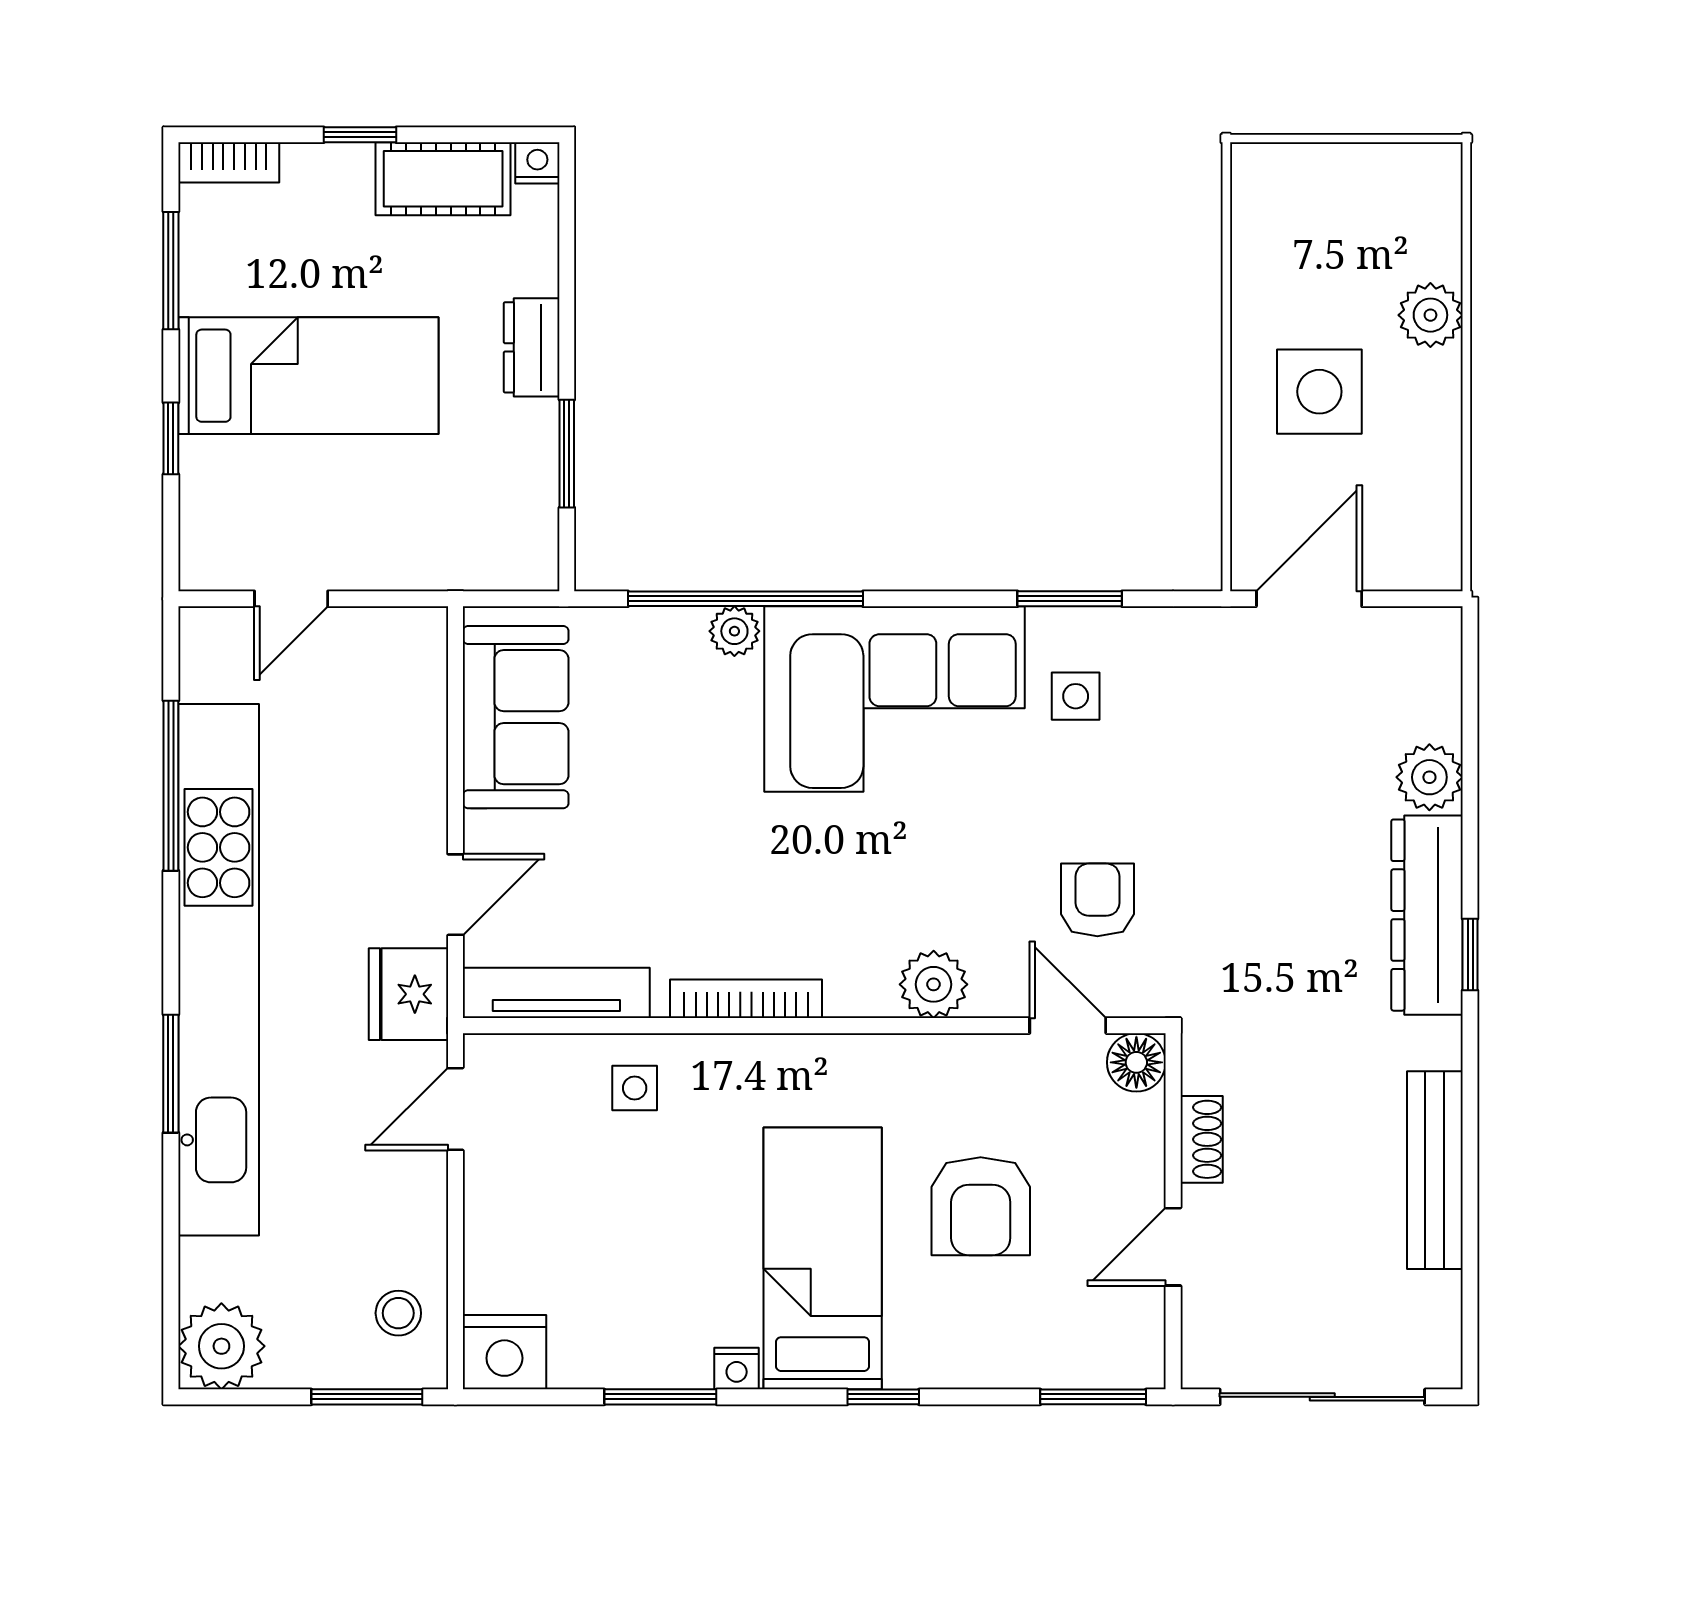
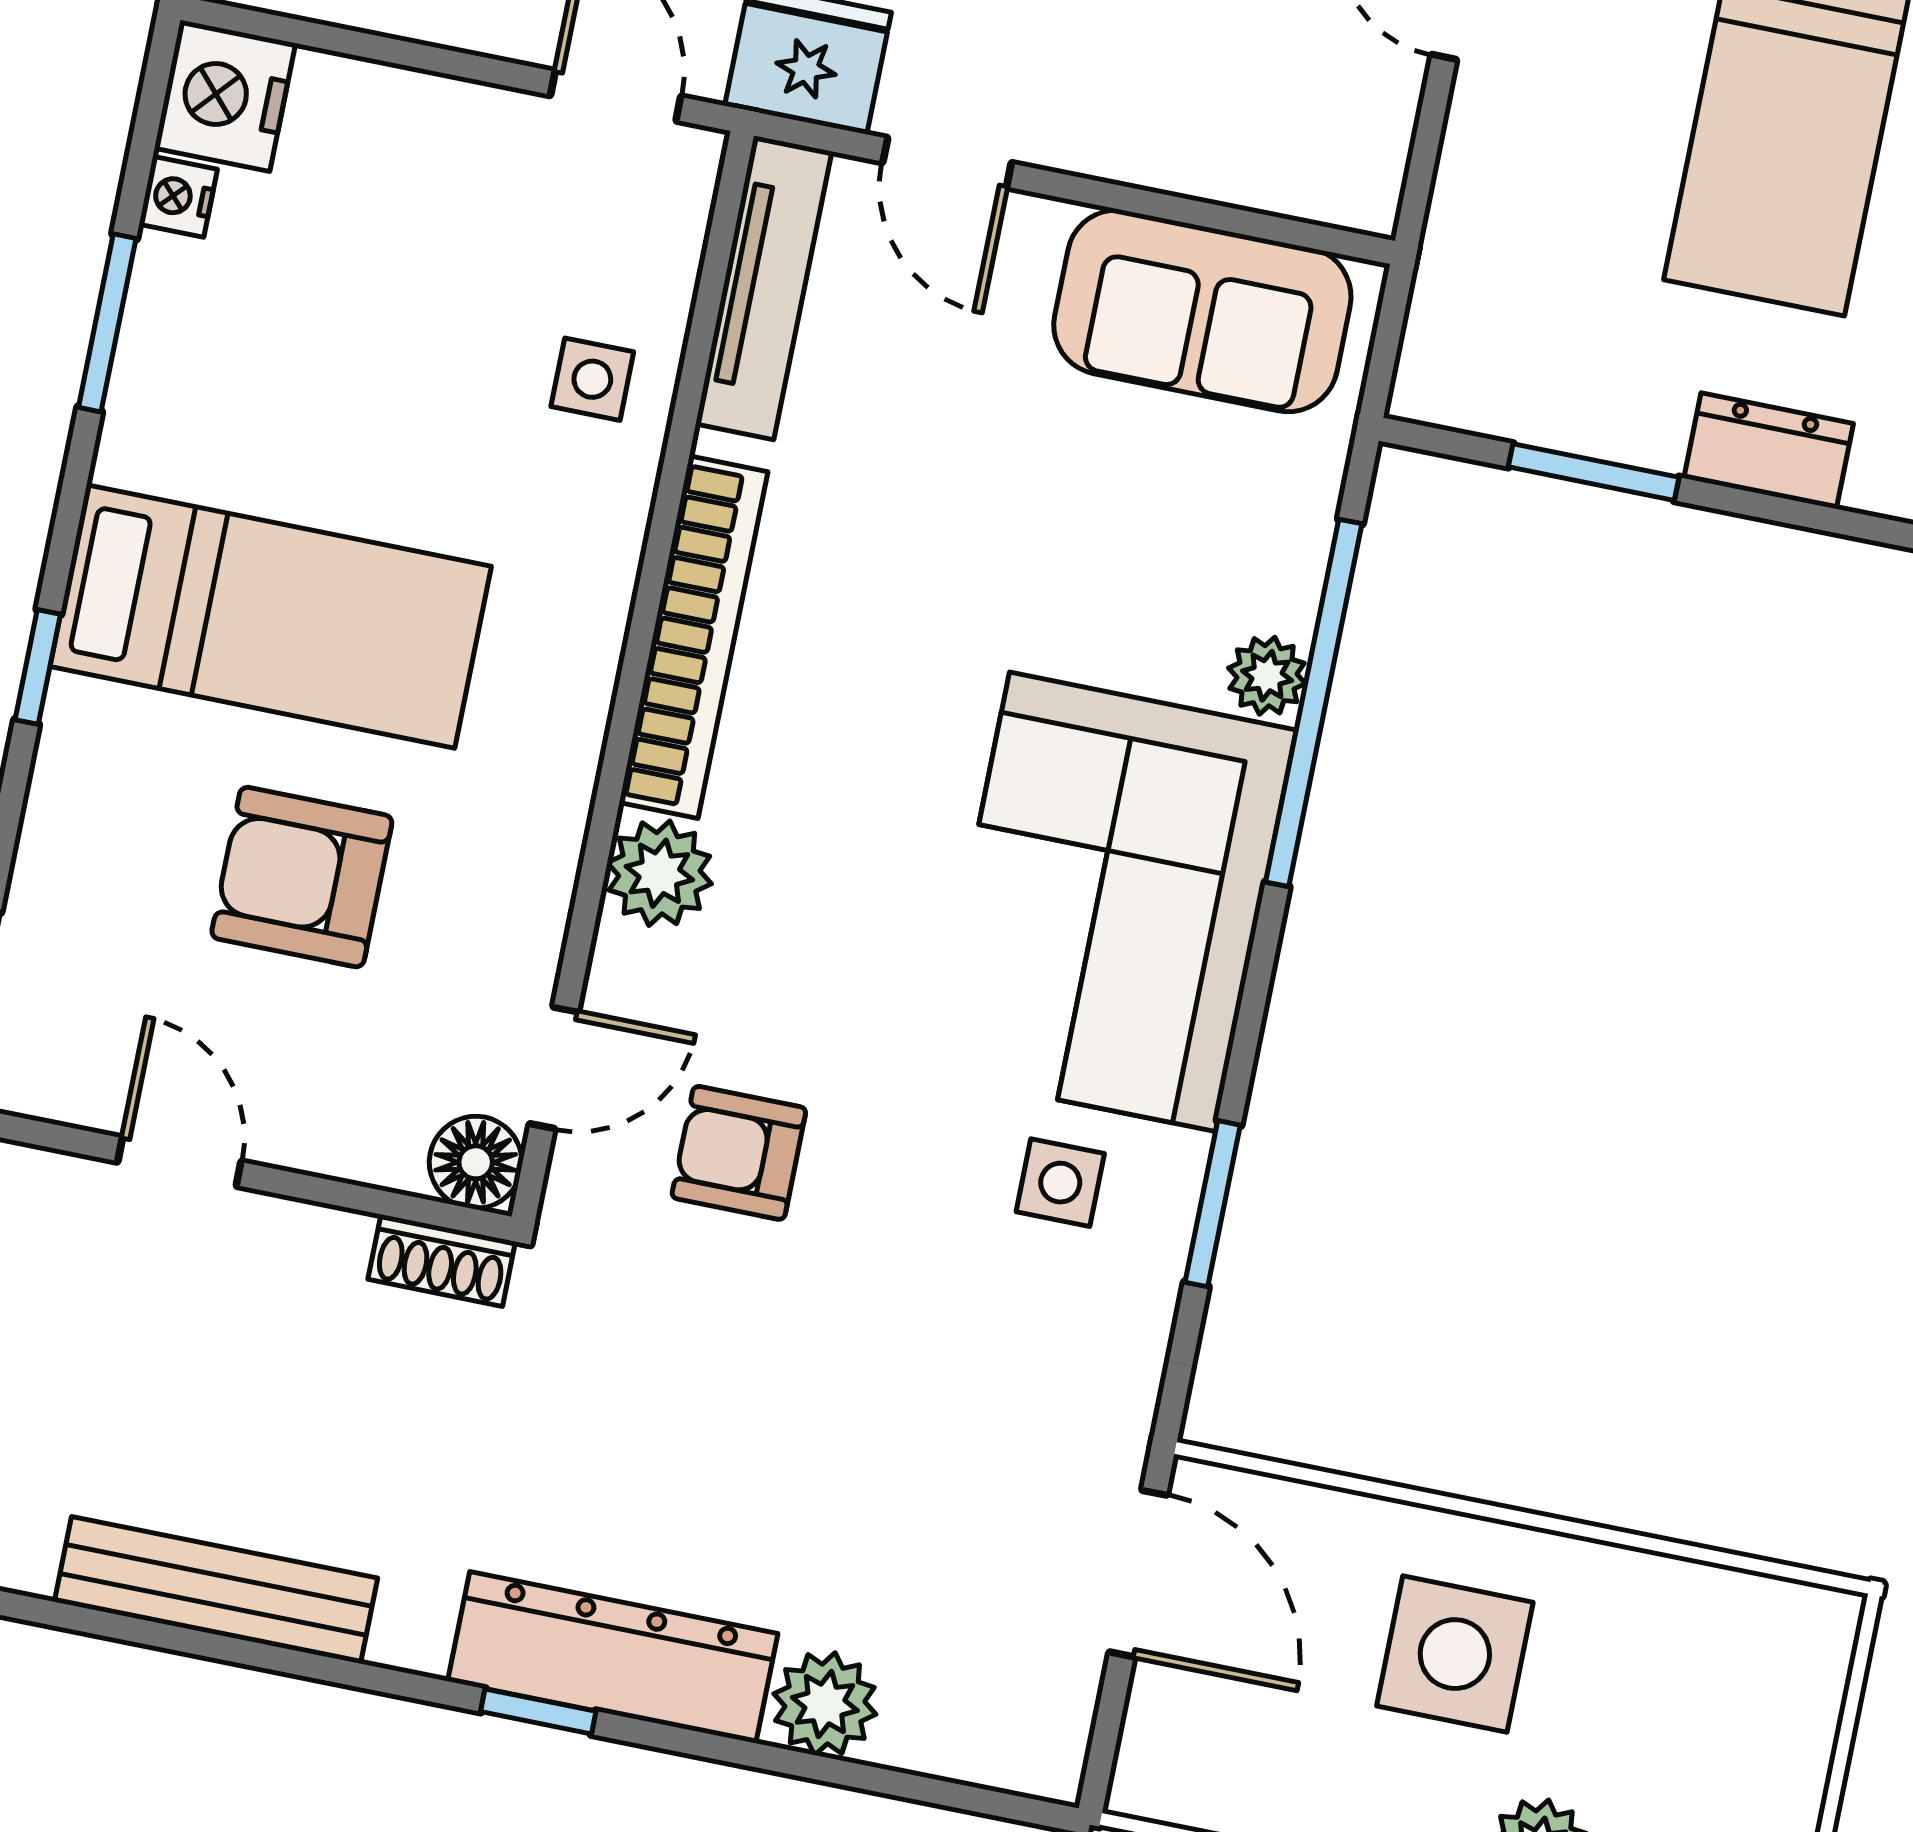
armchair: (1097, 900) -> (739, 1153), turned 180
bookcase: (746, 999) -> (694, 637), width x1.48, depth x1.31
shoe rack: (1202, 1139) -> (442, 1260), moved
nightstand: (737, 1369) -> (178, 197), moved

